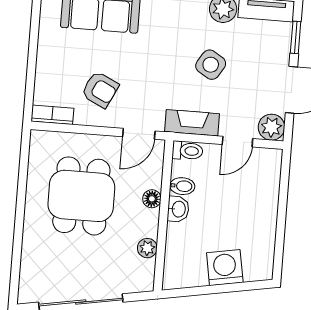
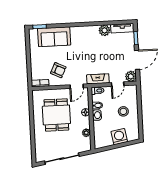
side table: (211, 65) -> (102, 54), removed
stool: (243, 209) -> (123, 111), added

